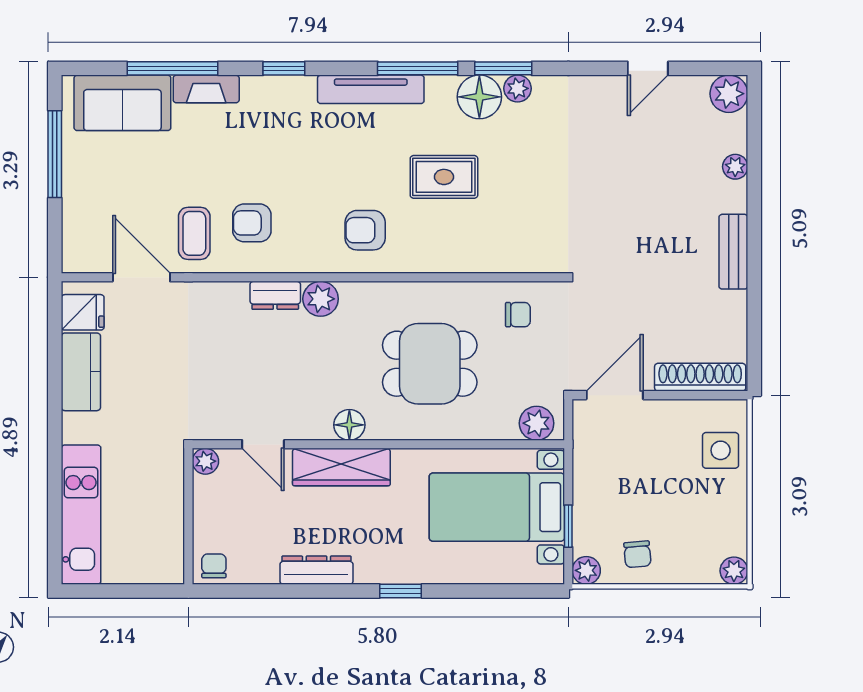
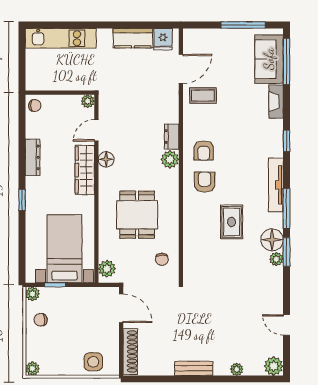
window: (173, 68) -> (287, 61), moved
armchair: (252, 223) -> (204, 151), moved, turned 180
floor lamp: (349, 425) -> (106, 159), moved

